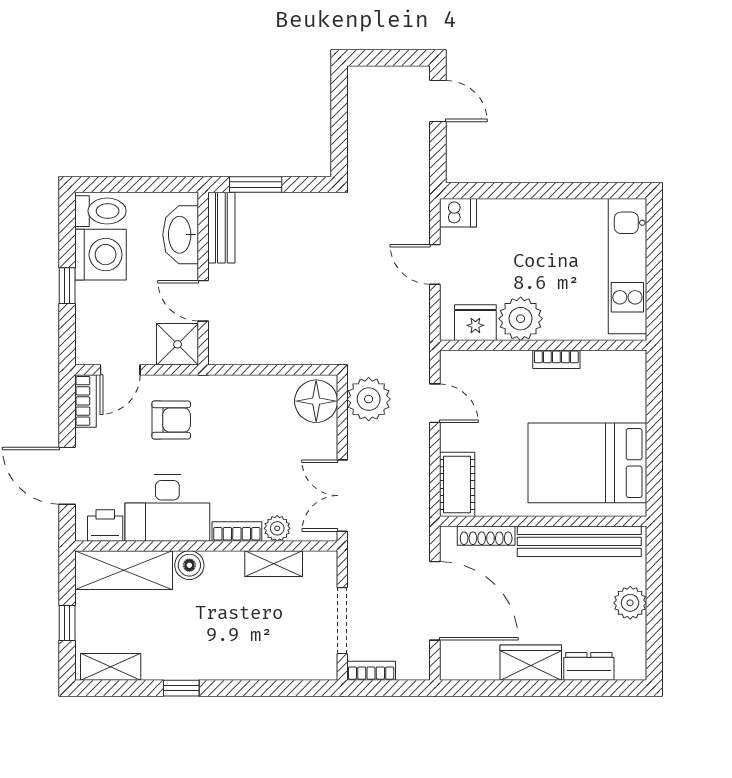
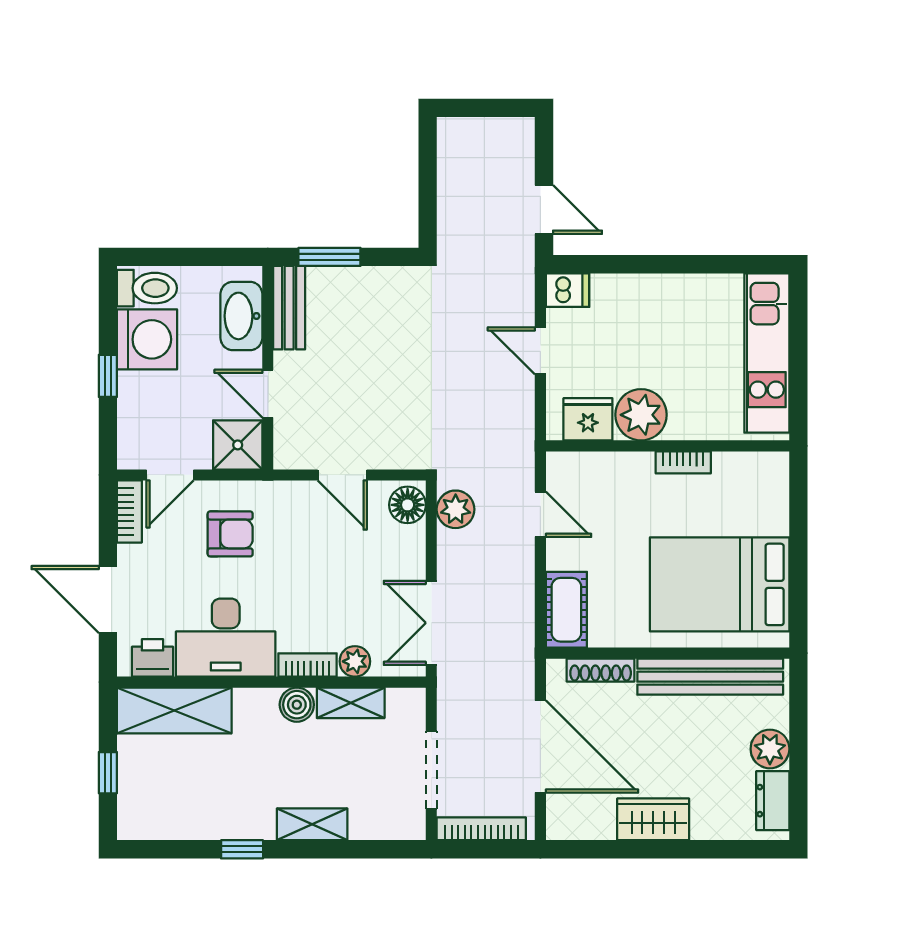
door: (438, 101) -> (544, 209), moved
door: (266, 370) -> (342, 475), added
plant: (369, 399) -> (456, 509), width x0.73, depth x0.73
floor lamp: (316, 401) -> (408, 505), width x0.73, depth x0.73
boiler: (189, 565) -> (297, 705), moved
dresser: (589, 666) -> (773, 801), moved, turned -90
shelving: (111, 667) -> (312, 824), moved
bookcase: (371, 671) -> (481, 829), width x1.56

